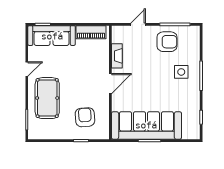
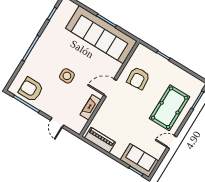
door: (138, 24) -> (57, 123), hinge flipped
sofa: (52, 36) -> (139, 160), width x0.73
armchair: (167, 42) -> (31, 89), moved
side table: (181, 72) -> (67, 76), moved
armchair: (85, 117) -> (138, 78), moved

